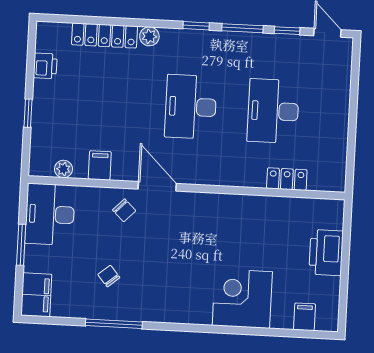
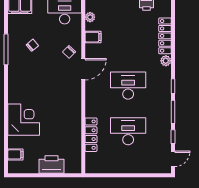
locker: (287, 179) -> (91, 135), width x1.53

